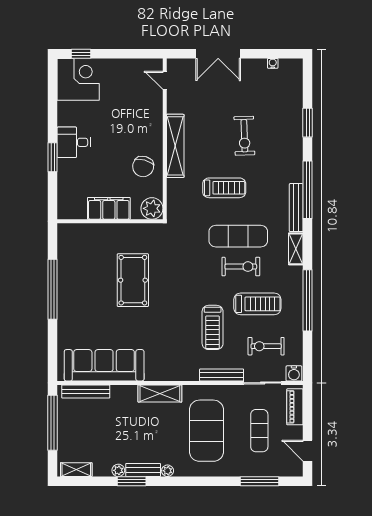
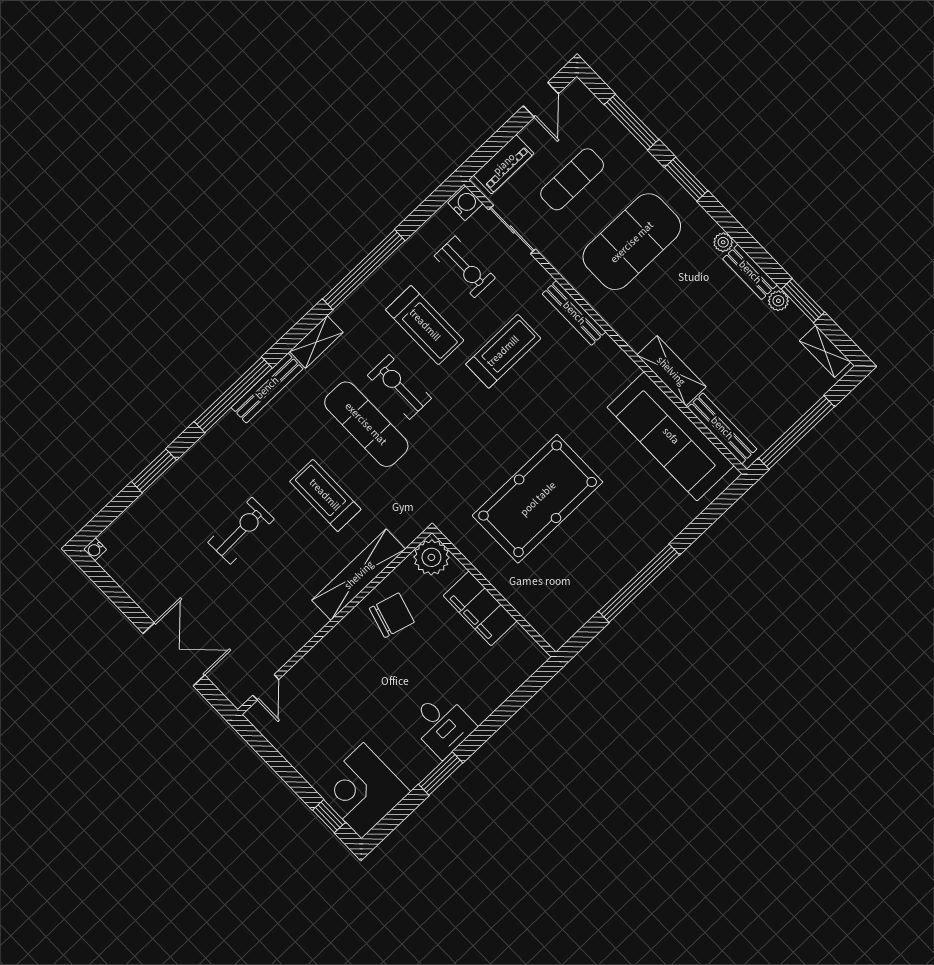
water cooler: (273, 63) -> (95, 549), moved
shelving: (175, 146) -> (359, 575), moved
window: (53, 157) -> (441, 774), moved
pool table: (133, 280) -> (538, 499), width x1.36, depth x1.32
treadmill: (257, 304) -> (425, 325), turned 180
bench: (222, 375) -> (574, 313), moved
shelving: (160, 393) -> (671, 371), moved
window: (132, 481) -> (803, 301), moved
window: (211, 481) -> (686, 179), added

